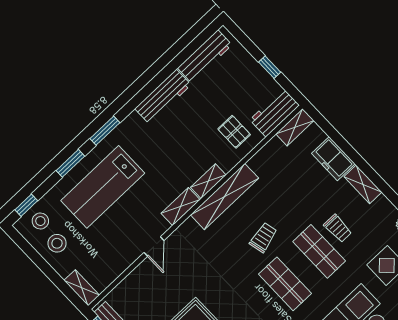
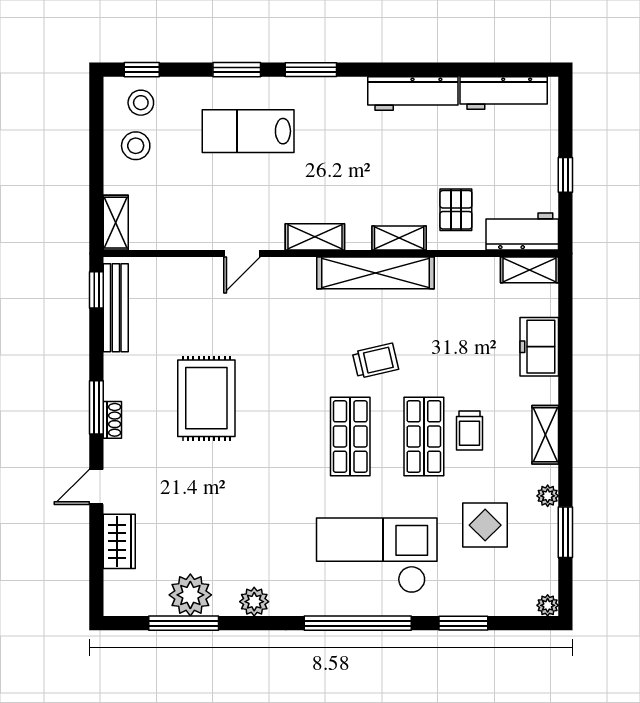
shelving: (208, 181) -> (399, 238), moved
shelving: (363, 184) -> (545, 435), moved
lab bench: (103, 187) -> (248, 131), width x0.73, depth x0.72

